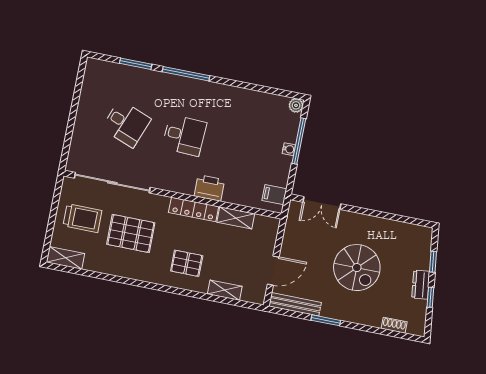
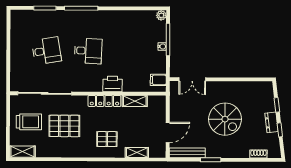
desk: (126, 124) -> (46, 51), turned -30

